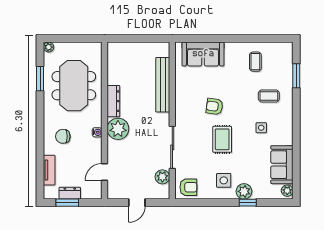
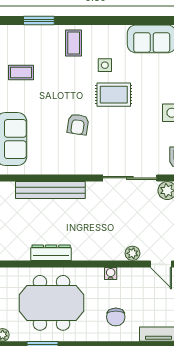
coffee table: (269, 96) -> (74, 43), moved
dresser: (113, 101) -> (51, 253), moved
plant: (118, 129) -> (132, 253), moved, width x0.53, depth x0.53
rug: (222, 139) -> (114, 95), moved

